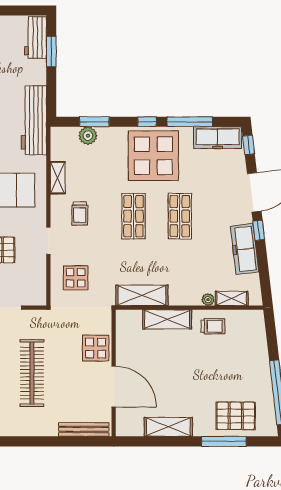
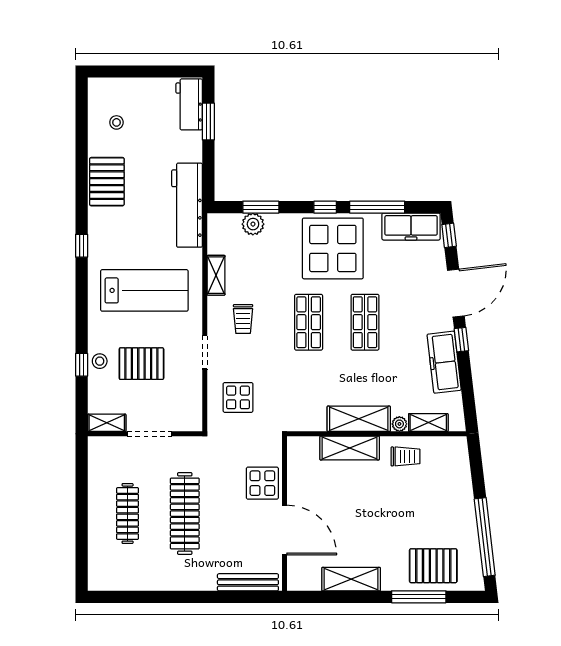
shelving: (142, 295) -> (359, 419), moved

